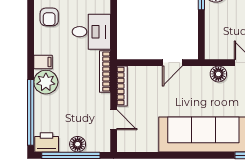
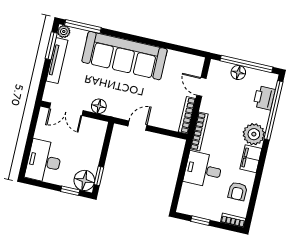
armchair: (49, 17) -> (238, 191), turned 180
filing cabinet: (43, 62) -> (251, 159), width x2.00
printer: (47, 142) -> (264, 98), moved, turned 90

